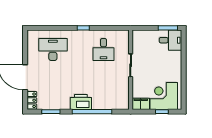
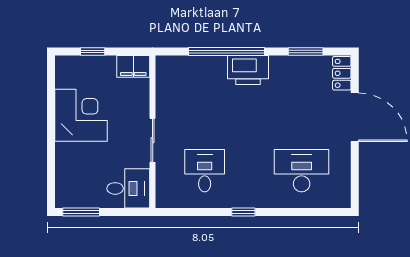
desk: (171, 40) -> (128, 188), moved, turned 180
desk: (53, 49) -> (302, 171), turned 180
corner desk: (164, 96) -> (81, 115), moved, turned -90

